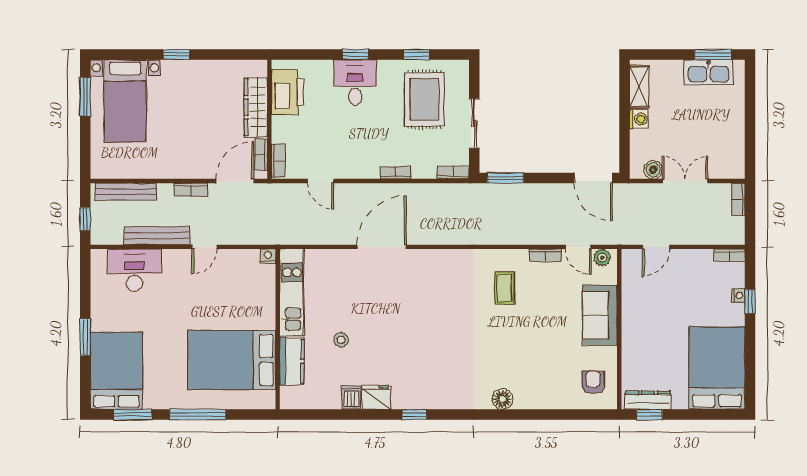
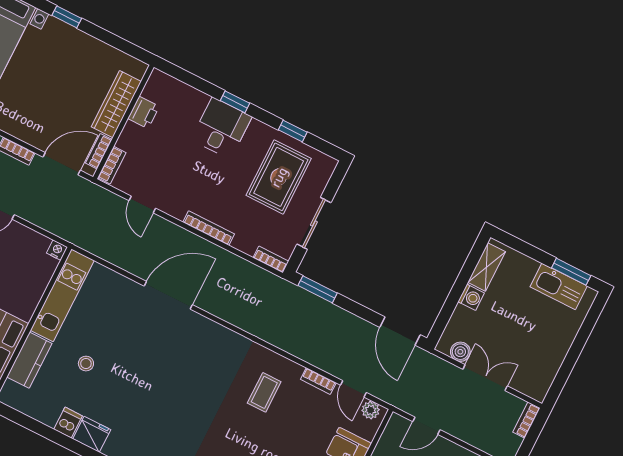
printer: (288, 92) -> (144, 112), width x0.53, depth x0.68
bookcase: (396, 173) -> (209, 228), width x1.56

